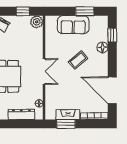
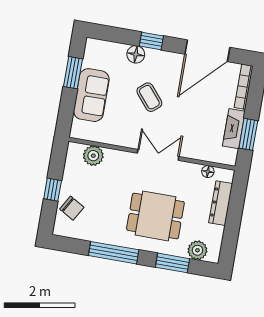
window: (23, 11) -> (53, 190), moved
plant: (37, 22) -> (93, 156), moved
window: (112, 35) -> (151, 41), moved

